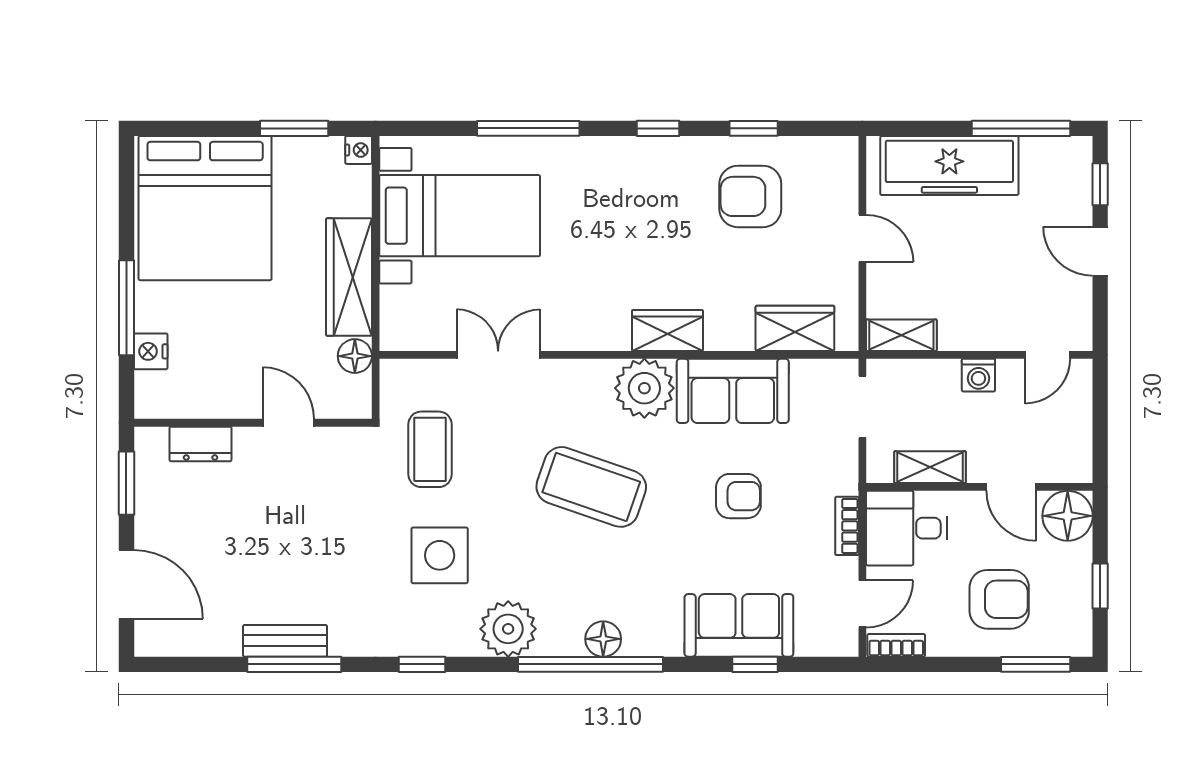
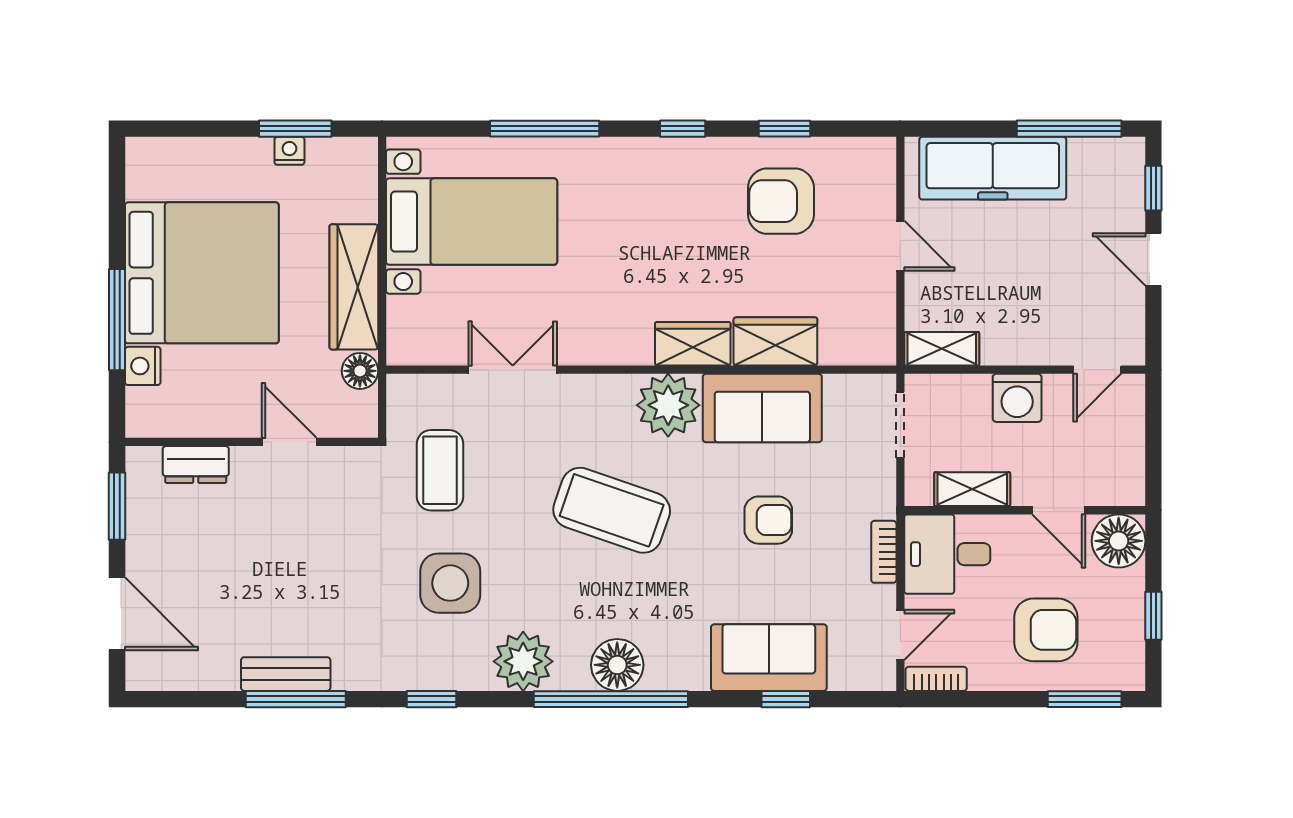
nightstand: (359, 150) -> (289, 151), moved, turned -90
bed: (205, 208) -> (202, 273), moved, turned -90
wardrobe: (795, 328) -> (775, 341), moved
washing machine: (978, 375) -> (1017, 398), width x1.38, depth x1.38
floor lamp: (603, 639) -> (617, 665), width x1.38, depth x1.38

